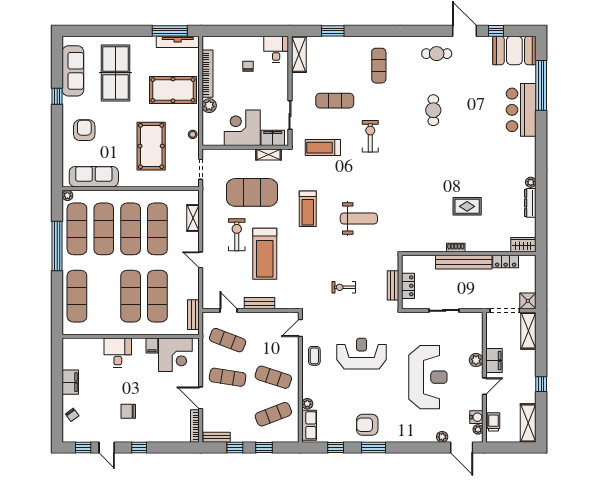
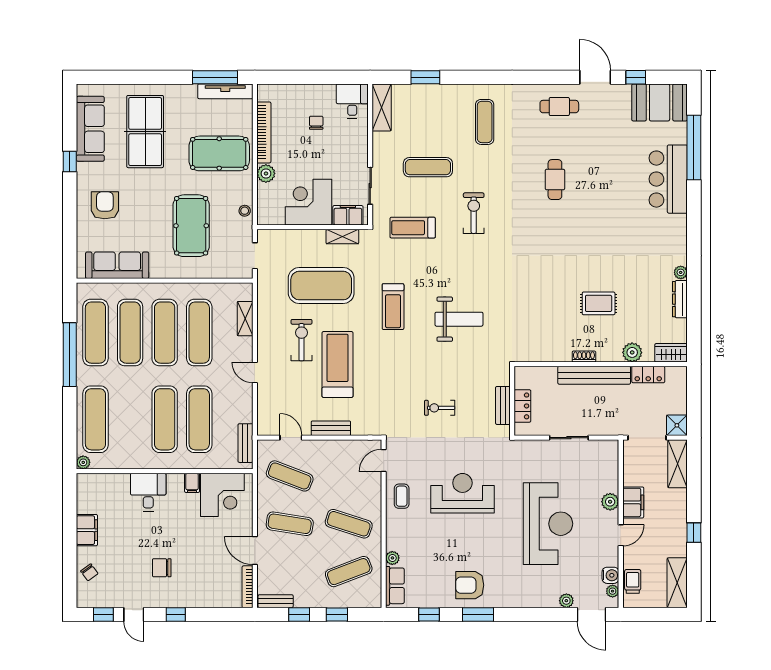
plant: (67, 195) -> (83, 462), moved
plant: (493, 244) -> (632, 352), added
treadmill: (265, 254) -> (337, 364), turned 180

